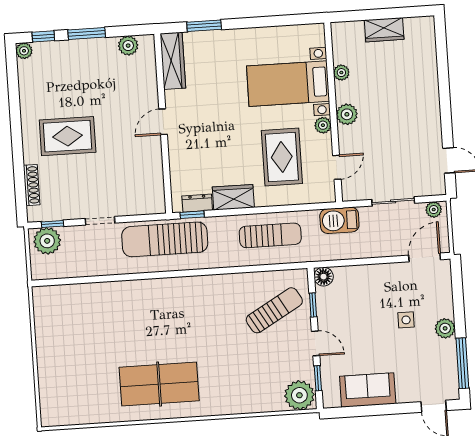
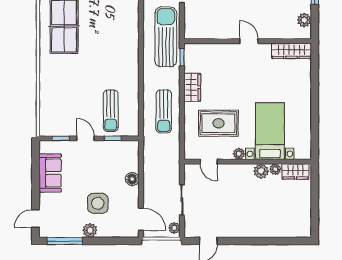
window: (204, 26) -> (315, 75), removed
wardrobe: (384, 30) -> (295, 171), moved, turned -90
plant: (347, 114) -> (261, 171), moved
dresser: (197, 203) -> (190, 61), removed
barbecue: (339, 220) -> (171, 161), removed
floor lamp: (324, 277) -> (132, 179), moved
sun lounger: (274, 310) -> (111, 111), turned 30
side table: (406, 320) -> (98, 203), width x1.87, depth x1.87
door: (316, 343) -> (85, 138), swing flipped
plant: (299, 395) -> (50, 125), removed

